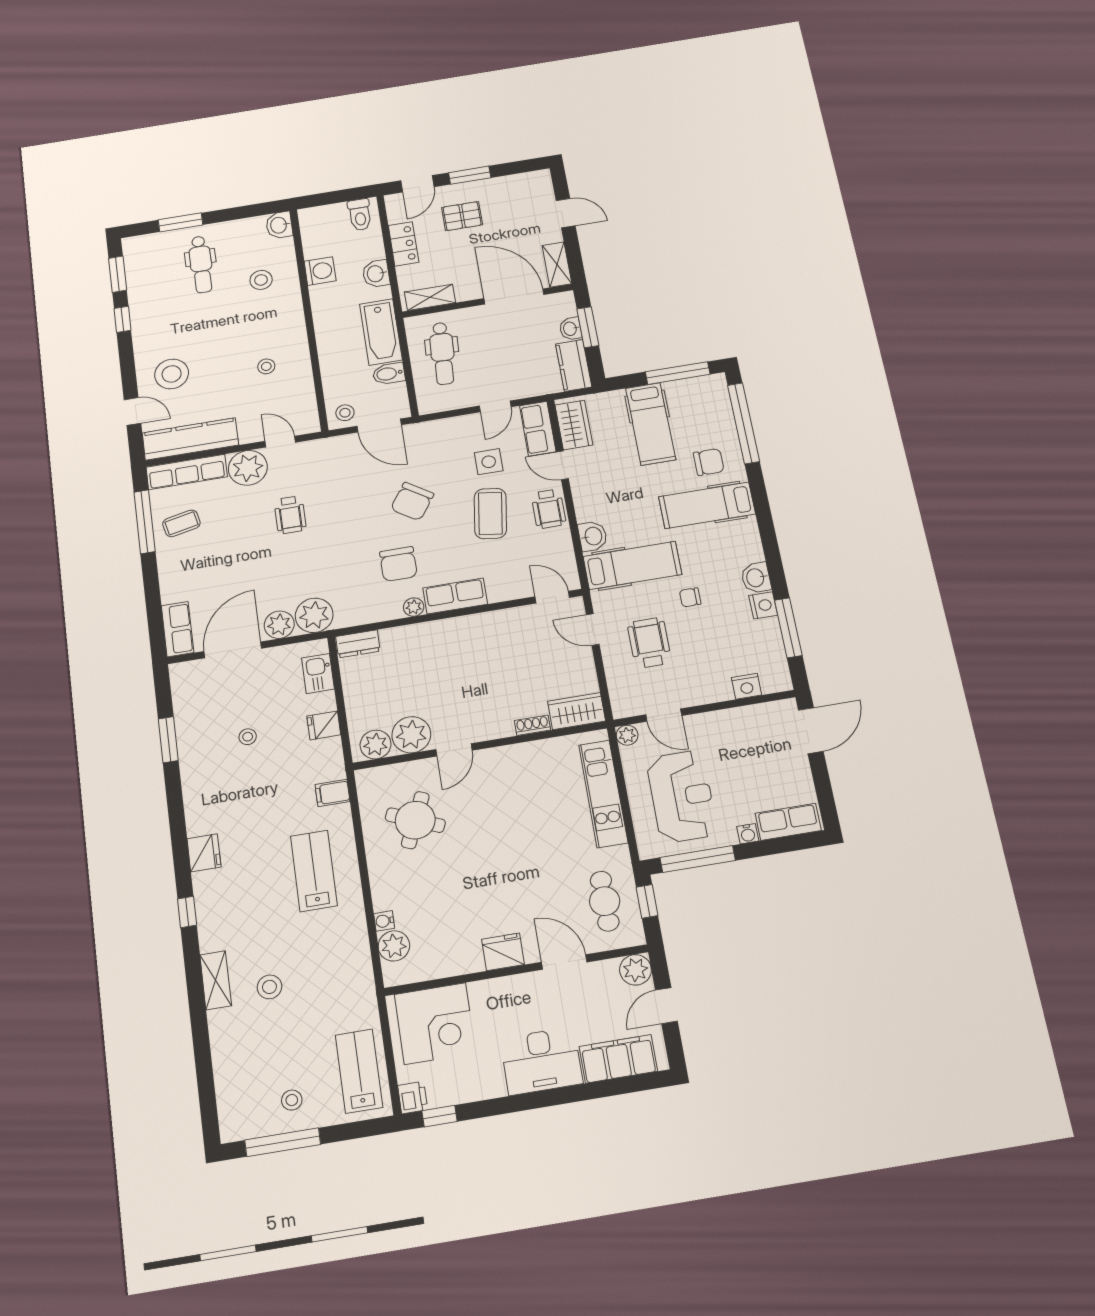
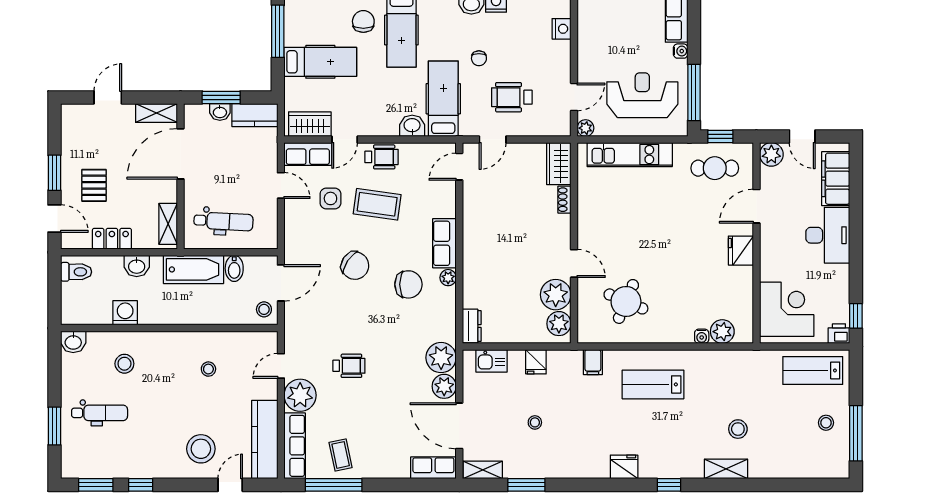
shelving: (181, 686) -> (483, 470), added

